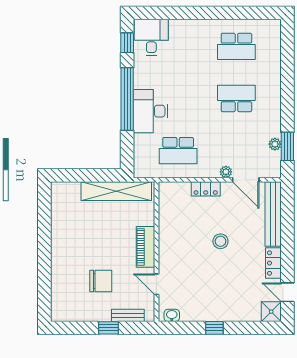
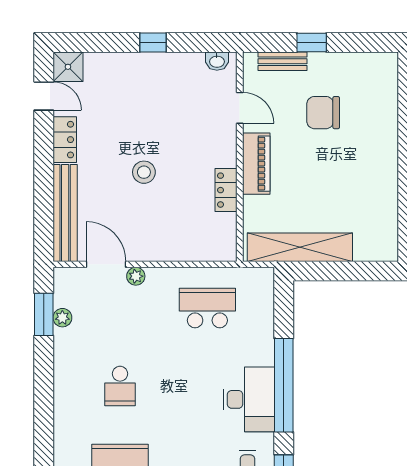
school desk: (236, 98) -> (120, 386), width x0.54
desk: (150, 111) -> (249, 399), moved
locker: (206, 189) -> (226, 190), moved, turned -90

